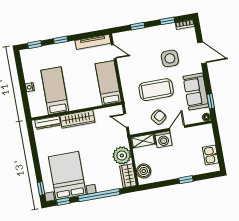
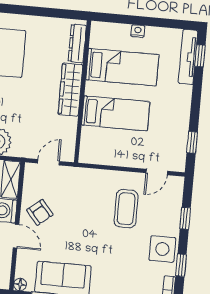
window: (61, 40) -> (192, 142), moved
tv unit: (93, 42) -> (188, 57), moved
side table: (170, 58) -> (162, 249), moved
bed: (108, 83) -> (116, 113), moved
coffee table: (156, 90) -> (126, 209), moved, width x0.73, depth x0.76

